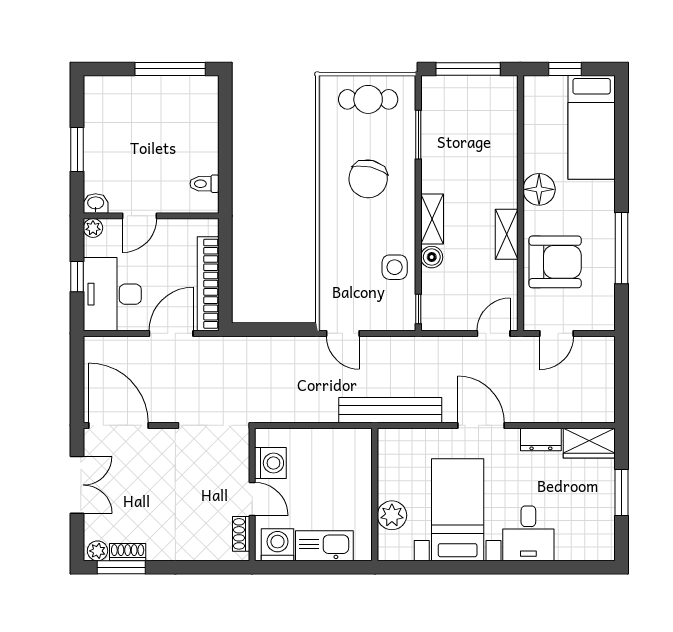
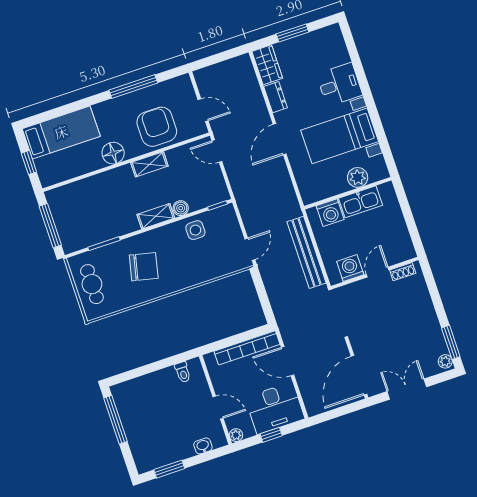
window: (77, 149) -> (169, 469), moved
washbasin: (96, 203) -> (203, 446), moved, turned 90
bench: (390, 410) -> (307, 252), moved
washing machine: (278, 545) -> (330, 213), moved, turned -90
kitchen sink: (324, 546) -> (361, 202), moved, turned -90
shoe rack: (128, 552) -> (440, 342), removed

